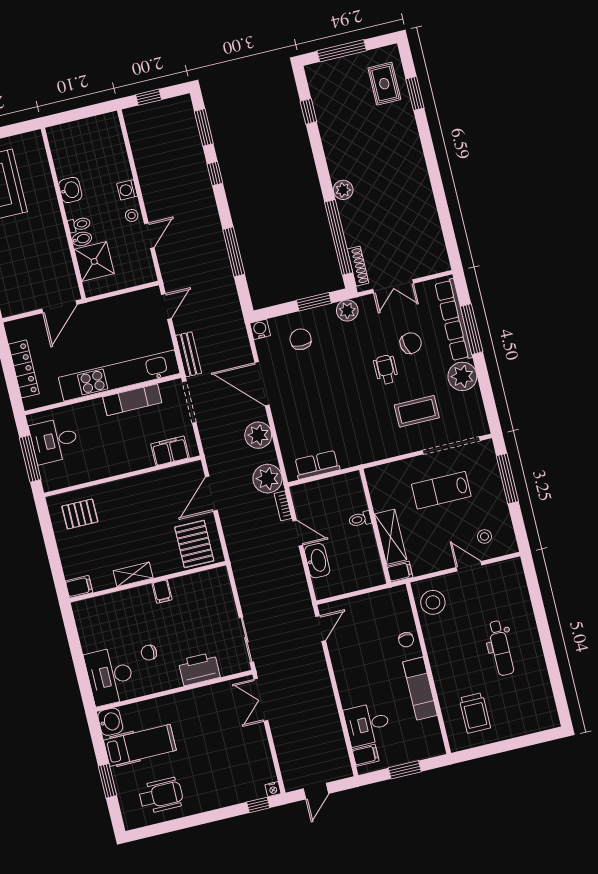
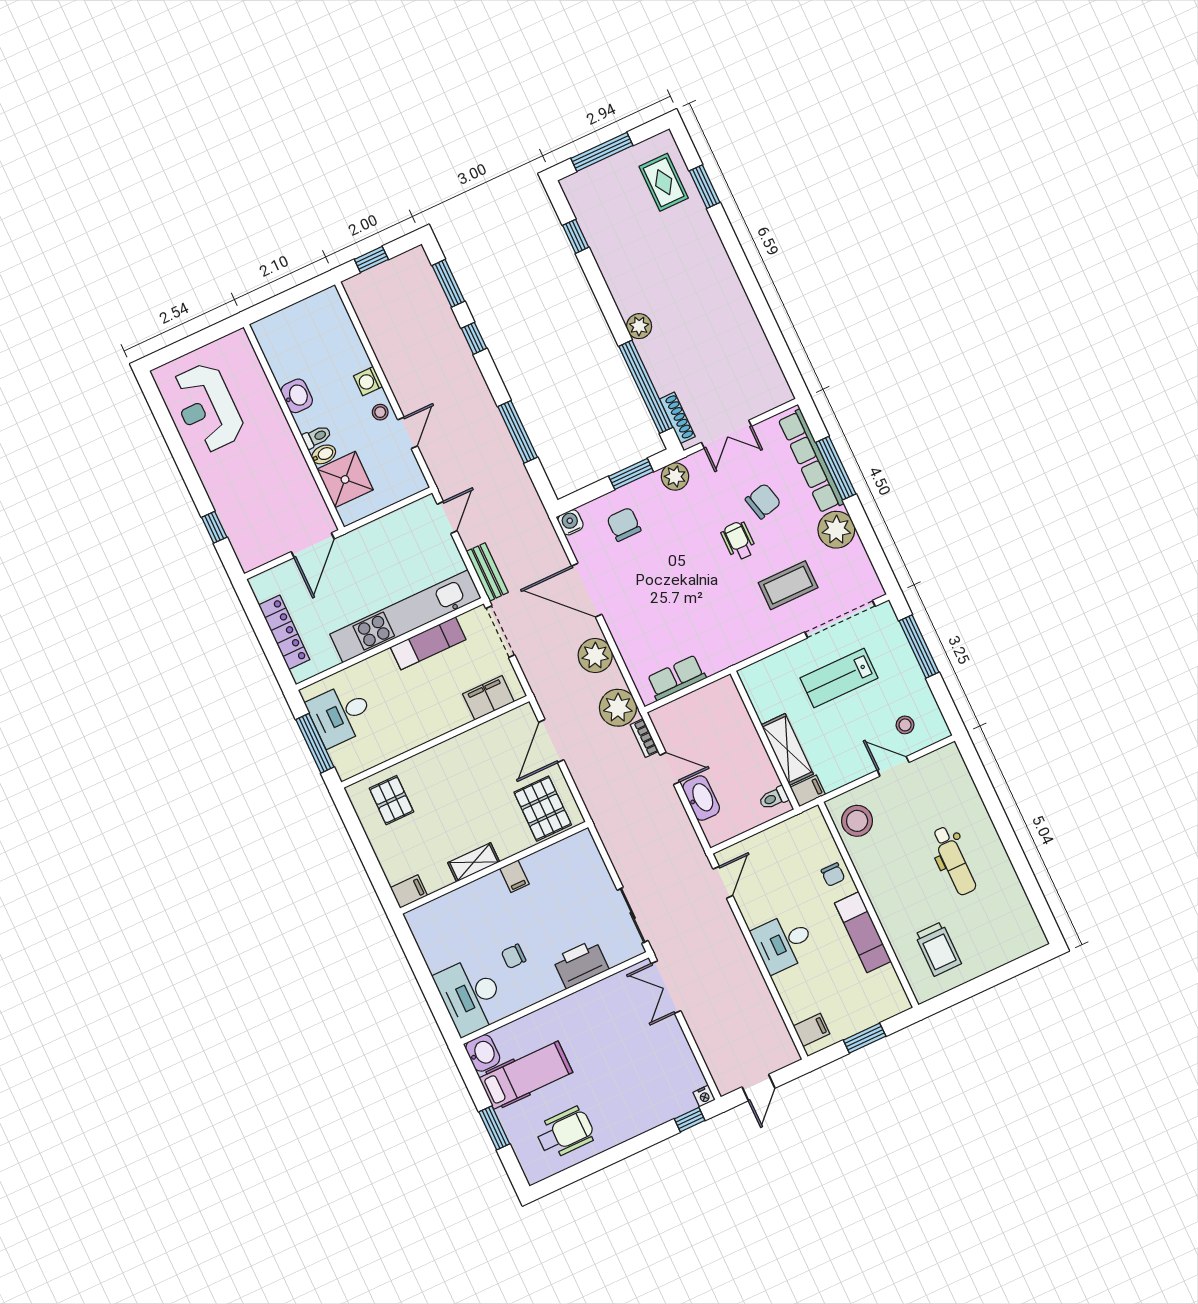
pallet: (80, 514) -> (391, 800), turned 90
toilet: (360, 519) -> (774, 798), moved
desk: (367, 724) -> (784, 942), moved

